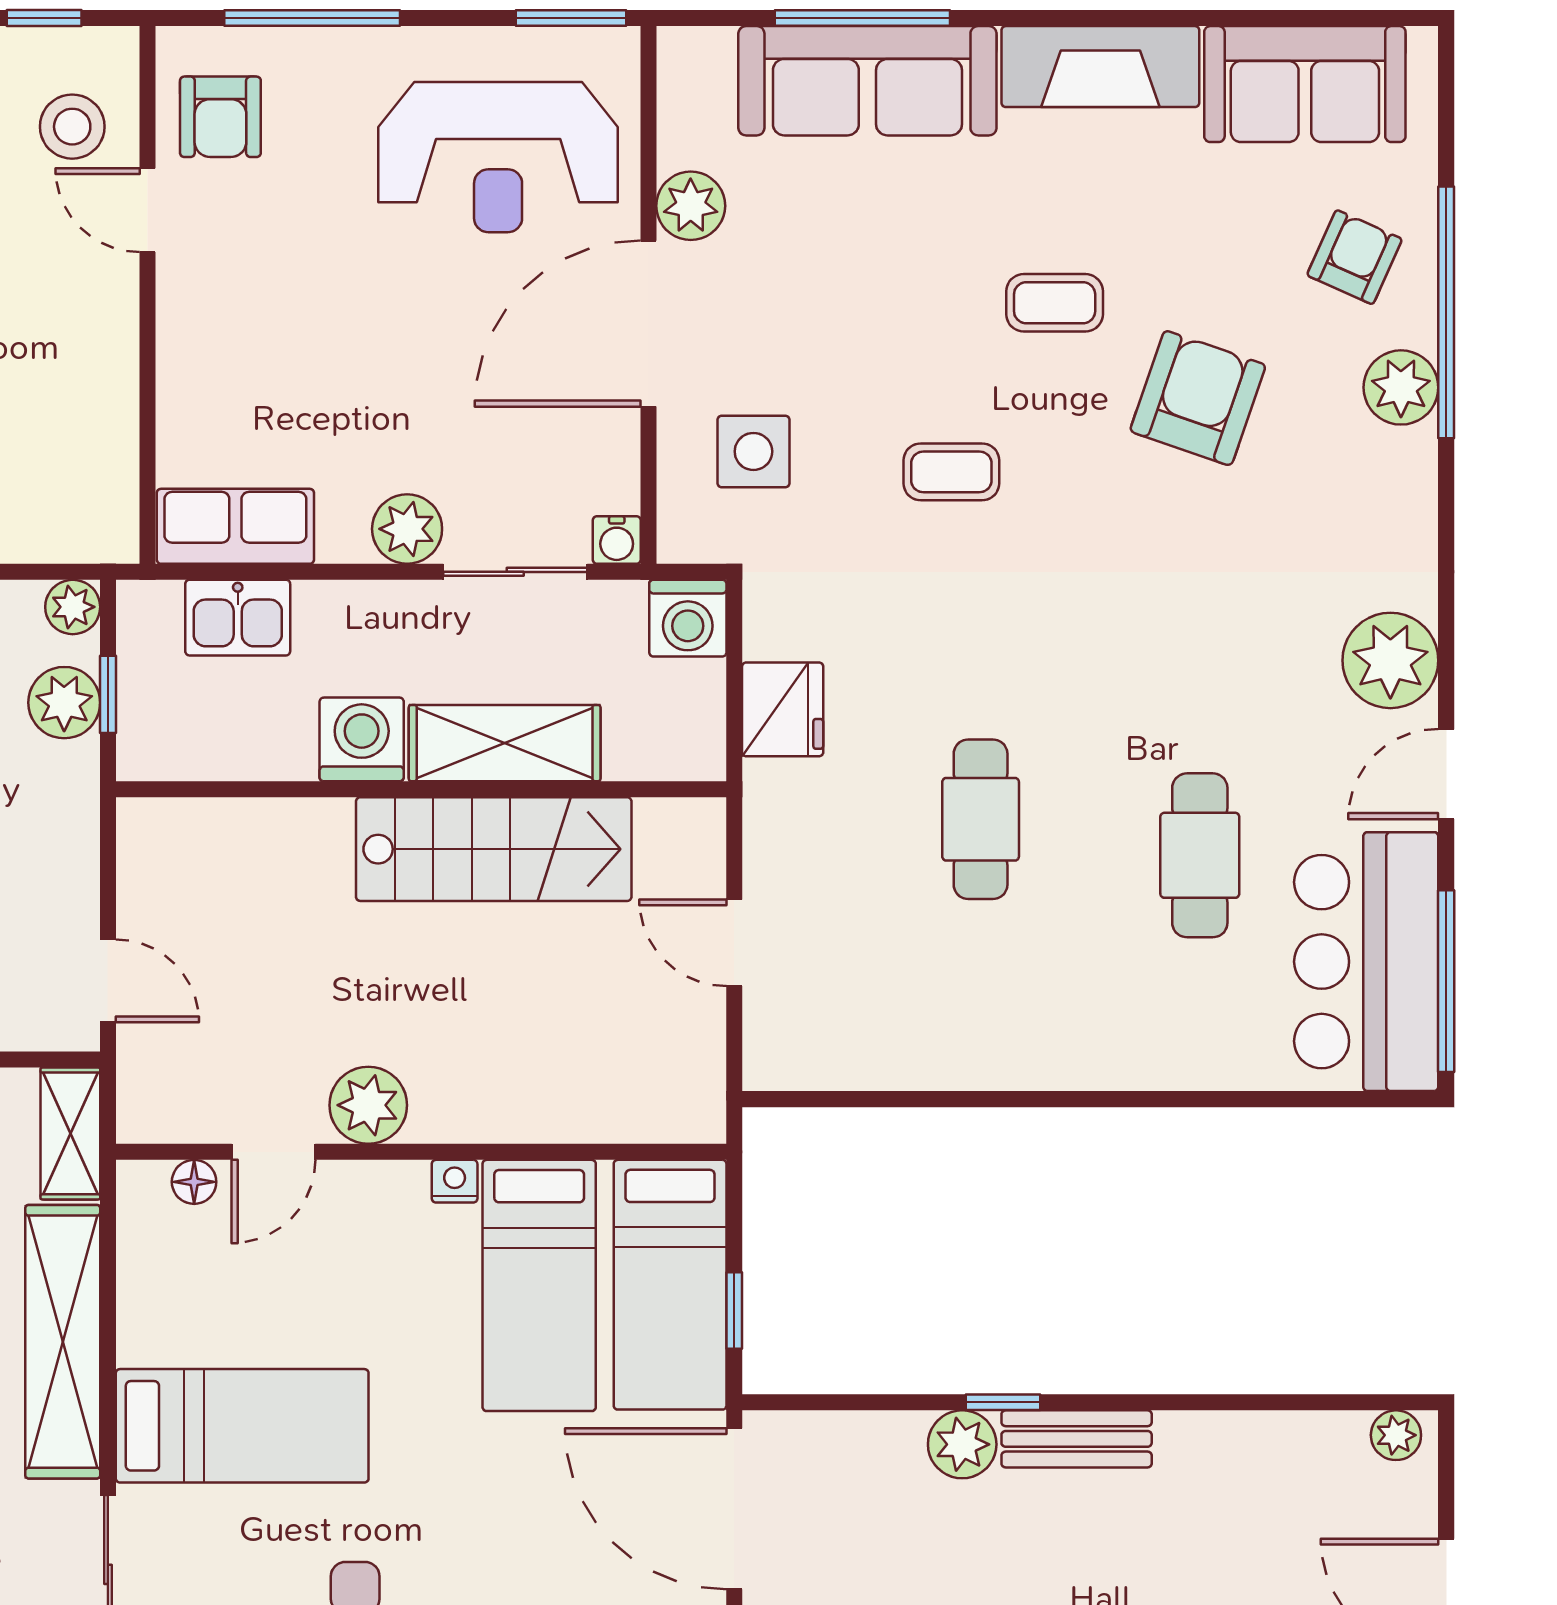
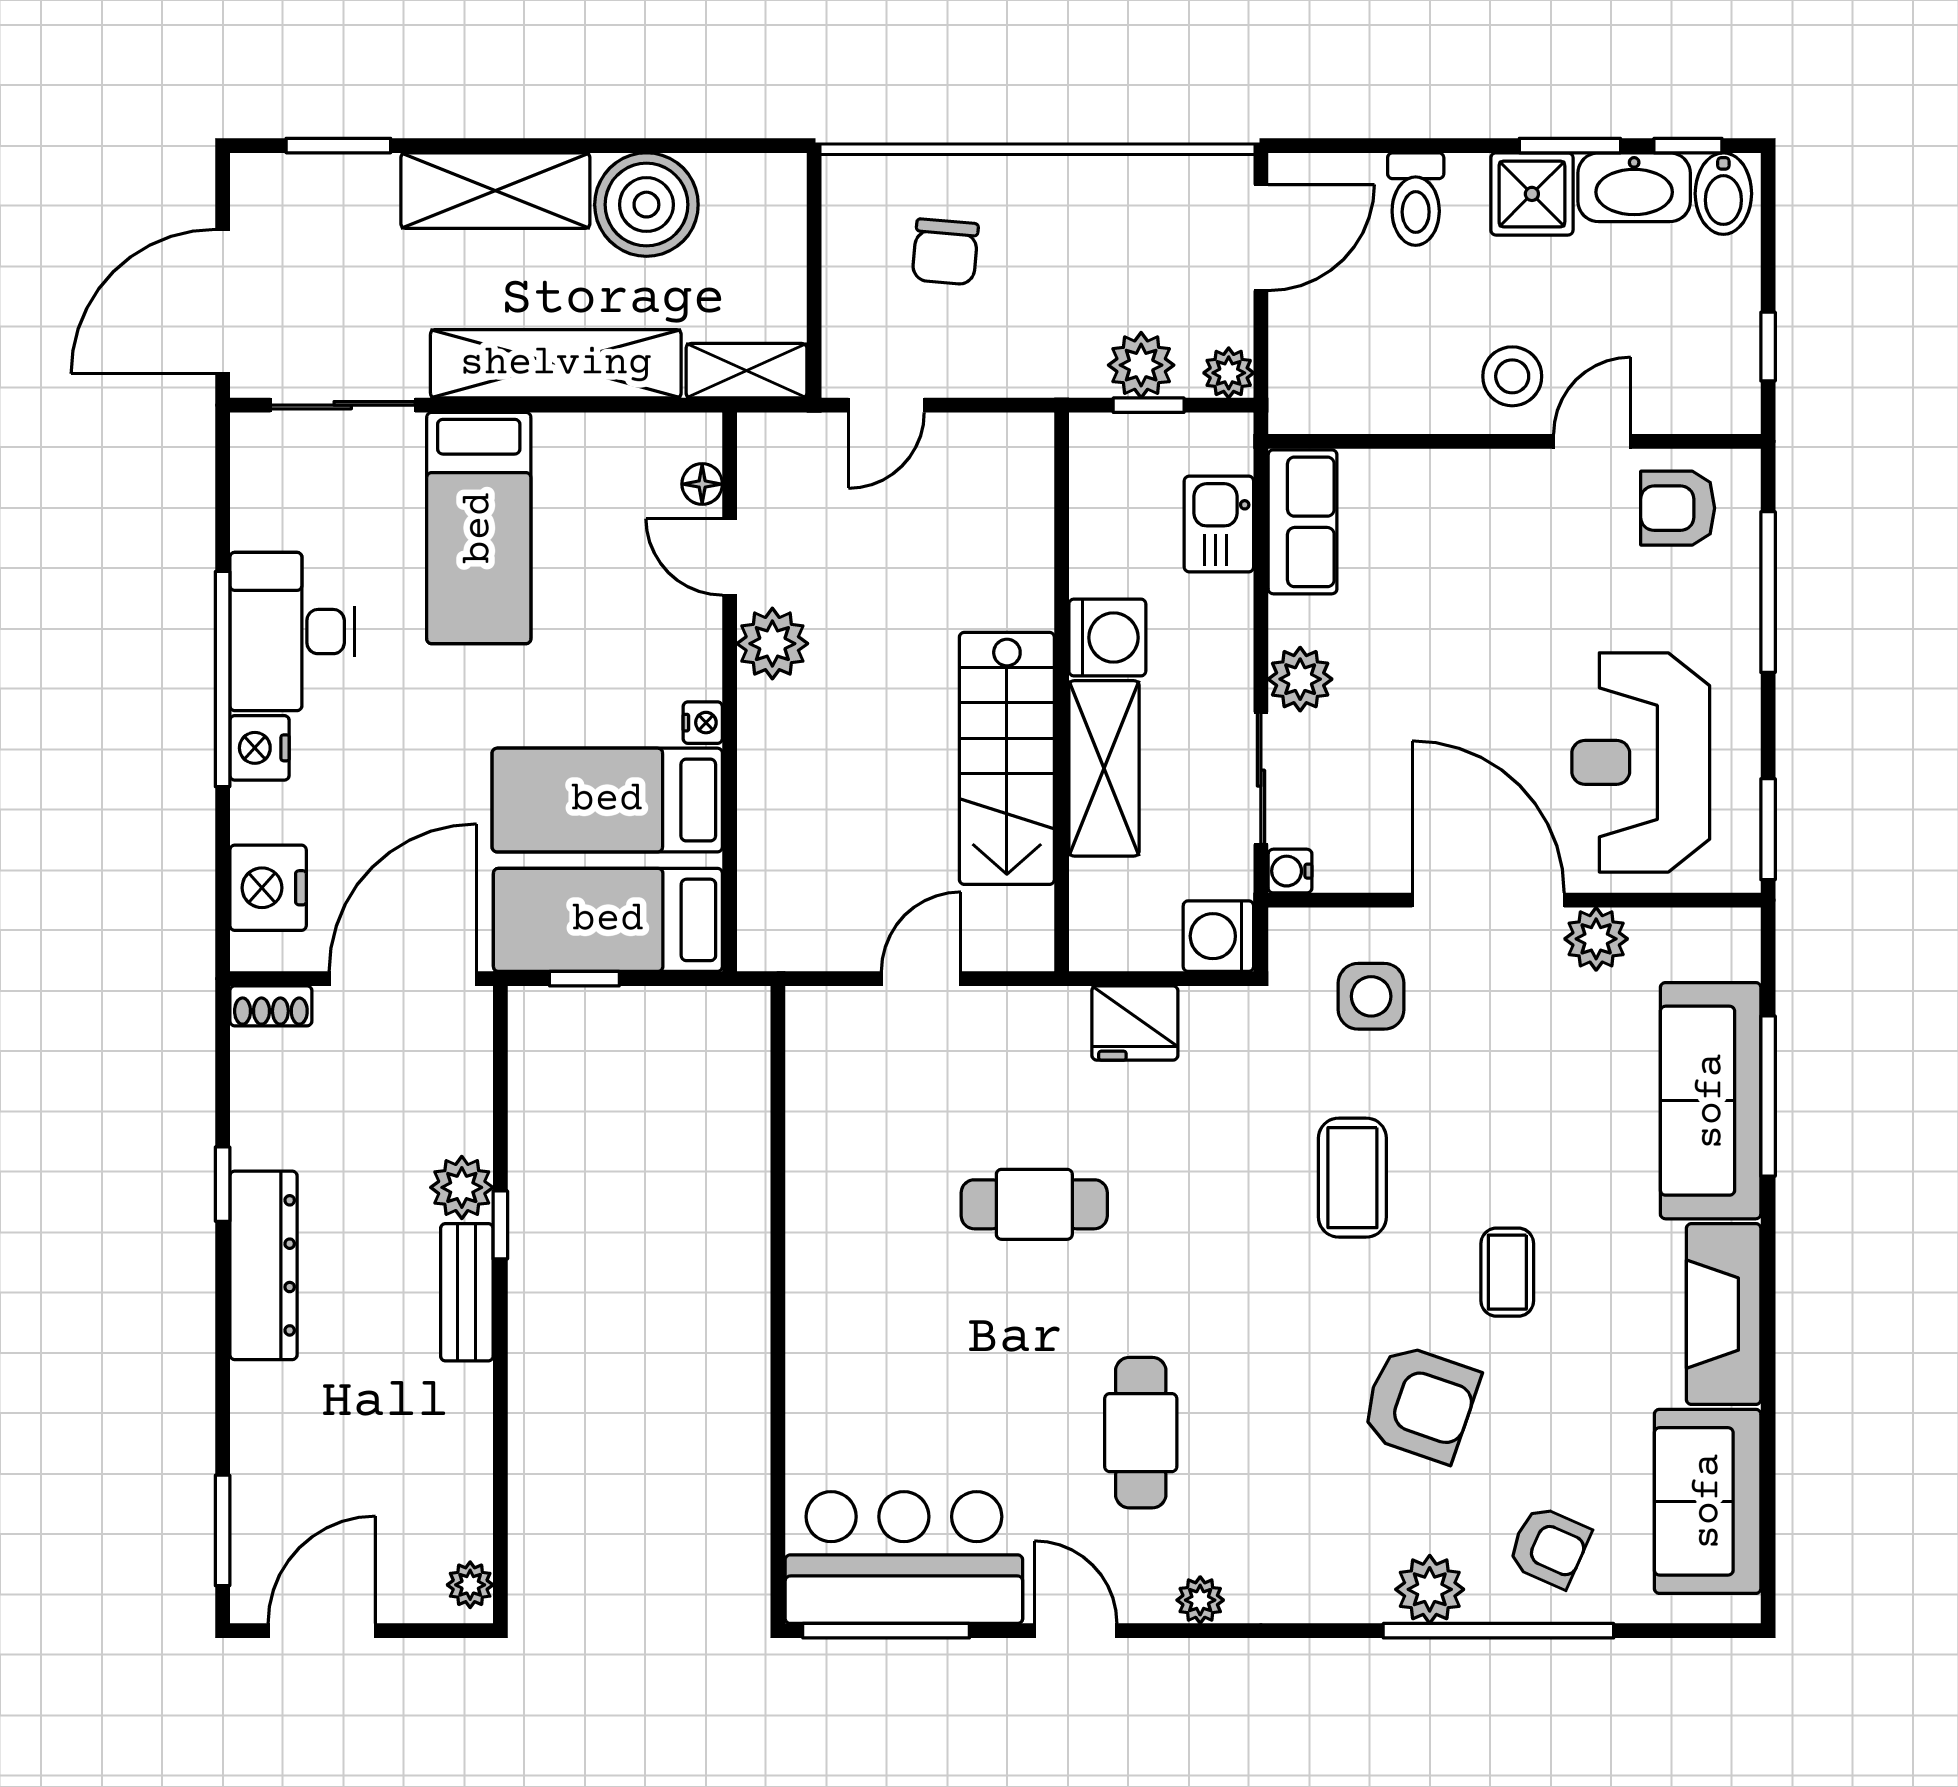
stool: (72, 127) -> (1512, 376), moved
coffee table: (951, 472) -> (1352, 1178), width x1.36, depth x1.30
plant: (1390, 660) -> (1200, 1600), width x0.53, depth x0.53
cafe table: (1200, 855) -> (1141, 1433), moved, turned 90

